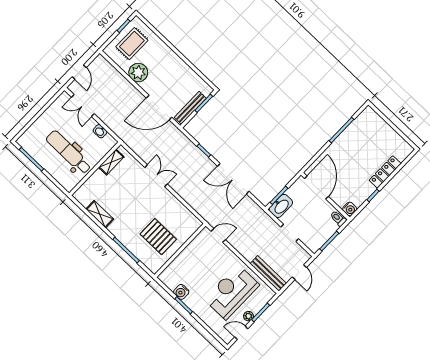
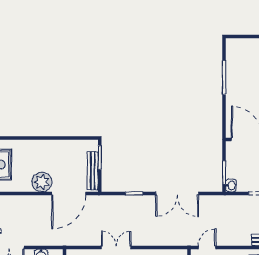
plant: (138, 73) -> (42, 182), moved
washbasin: (281, 206) -> (231, 185), width x0.52, depth x0.69

